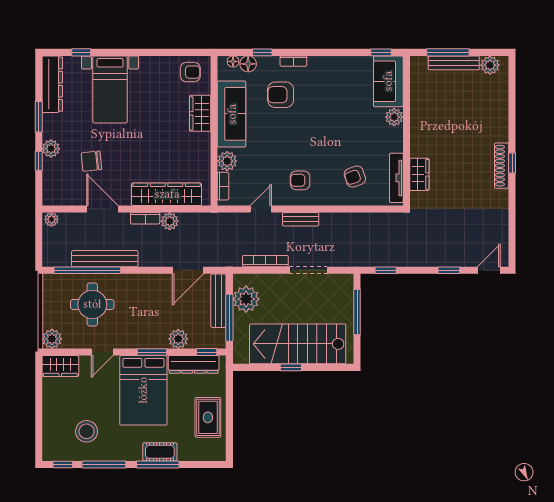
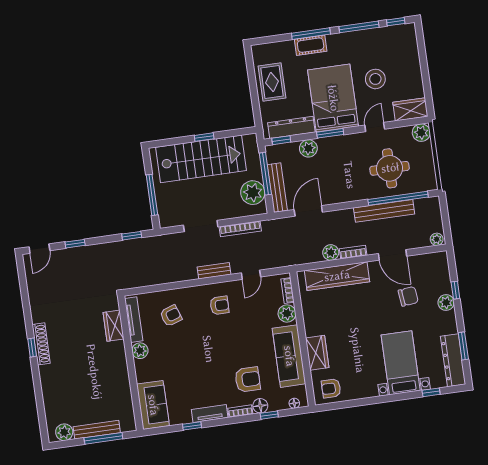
window: (381, 52) -> (192, 426), moved
tv unit: (327, 63) -> (210, 414), added
floor lamp: (248, 64) -> (260, 406), moved
window: (39, 117) -> (463, 346), moved
plant: (394, 117) -> (140, 351), moved
stool: (87, 431) -> (375, 79), moved

